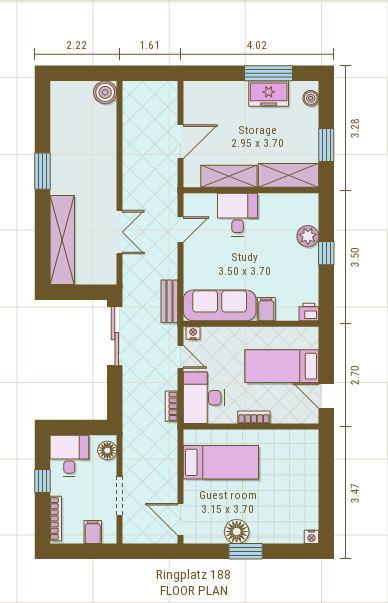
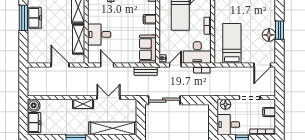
freezer: (73, 93) -> (34, 123), added
shelving: (108, 185) -> (83, 104), added
sofa: (220, 305) -> (148, 49), width x0.73

